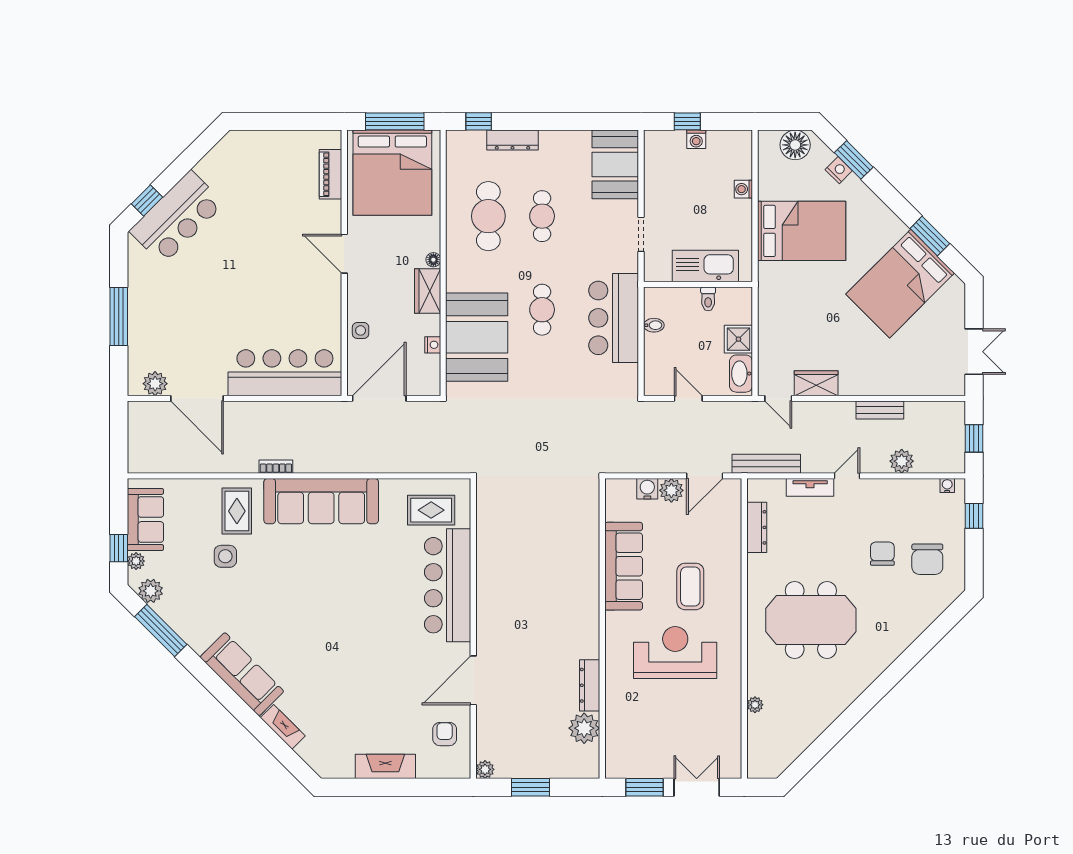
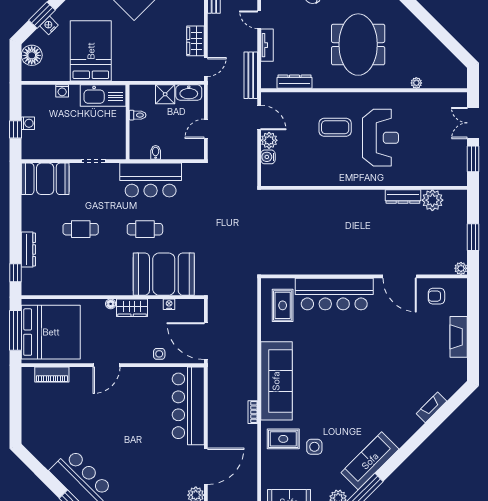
cafe table: (488, 216) -> (81, 266), removed
kitchen sink: (705, 266) -> (103, 96), moved, turned -90
sofa: (624, 566) -> (321, 173), removed
reception desk: (675, 653) -> (380, 138), turned 180
sofa: (242, 674) -> (370, 461), moved

